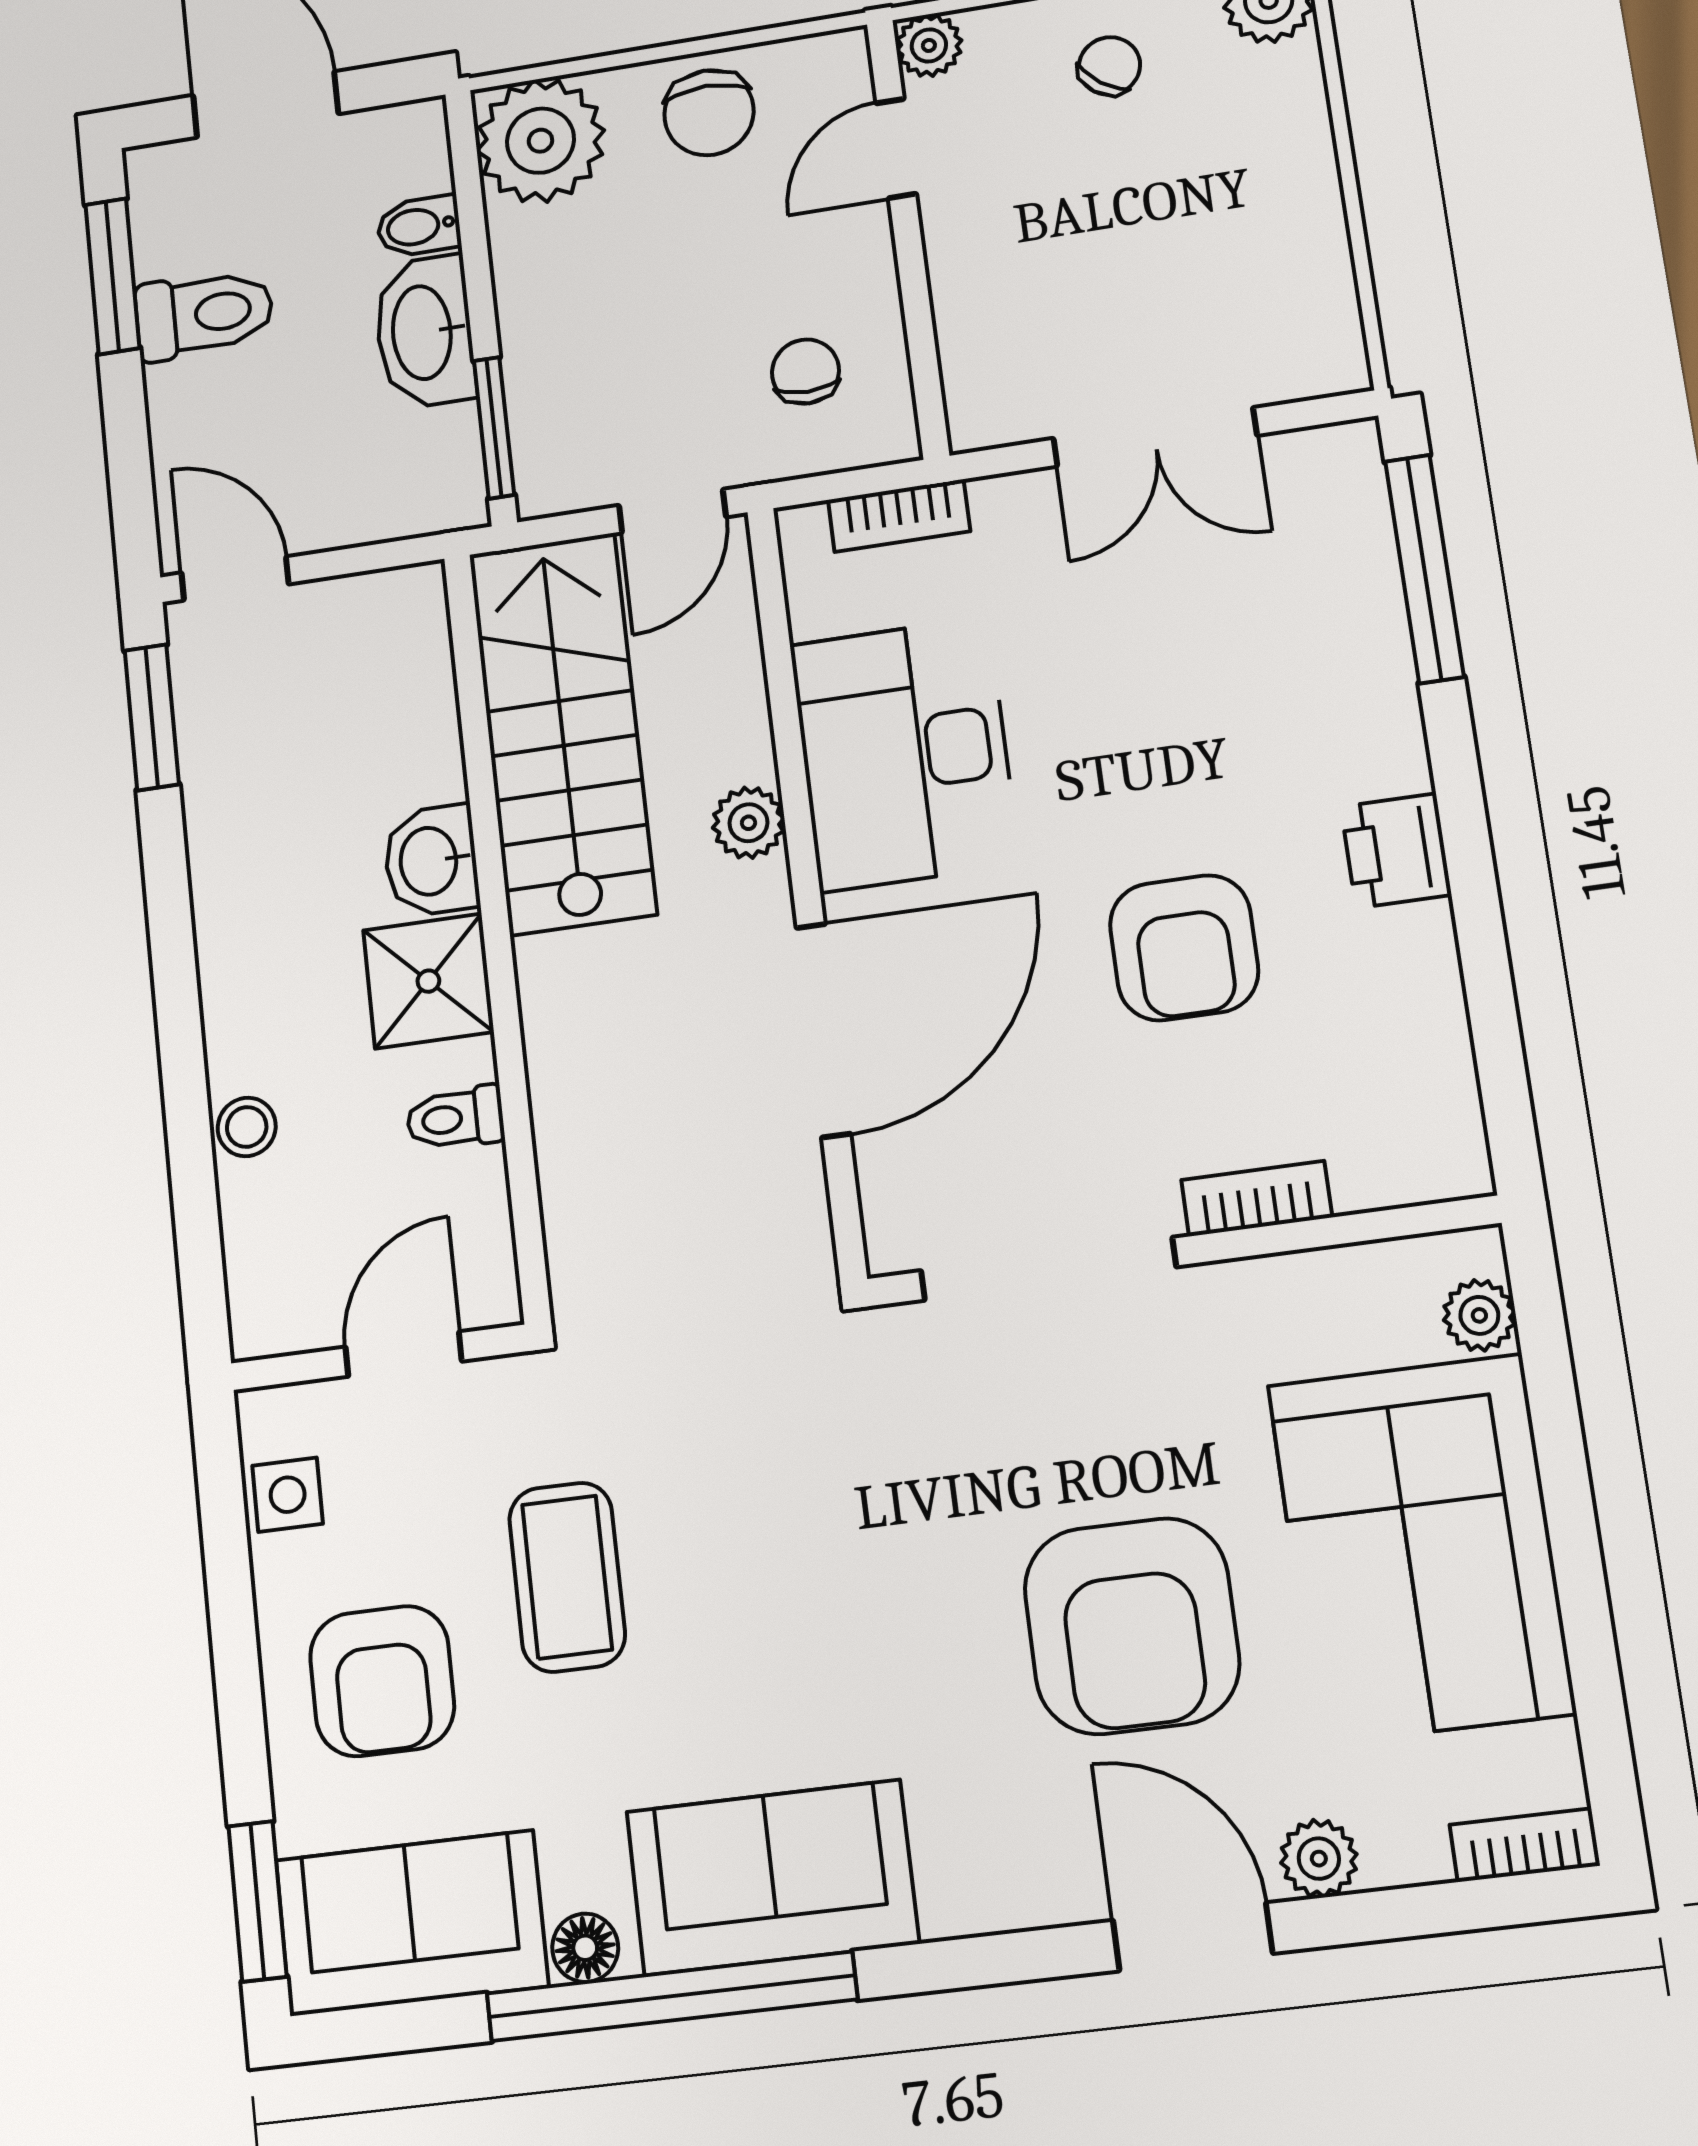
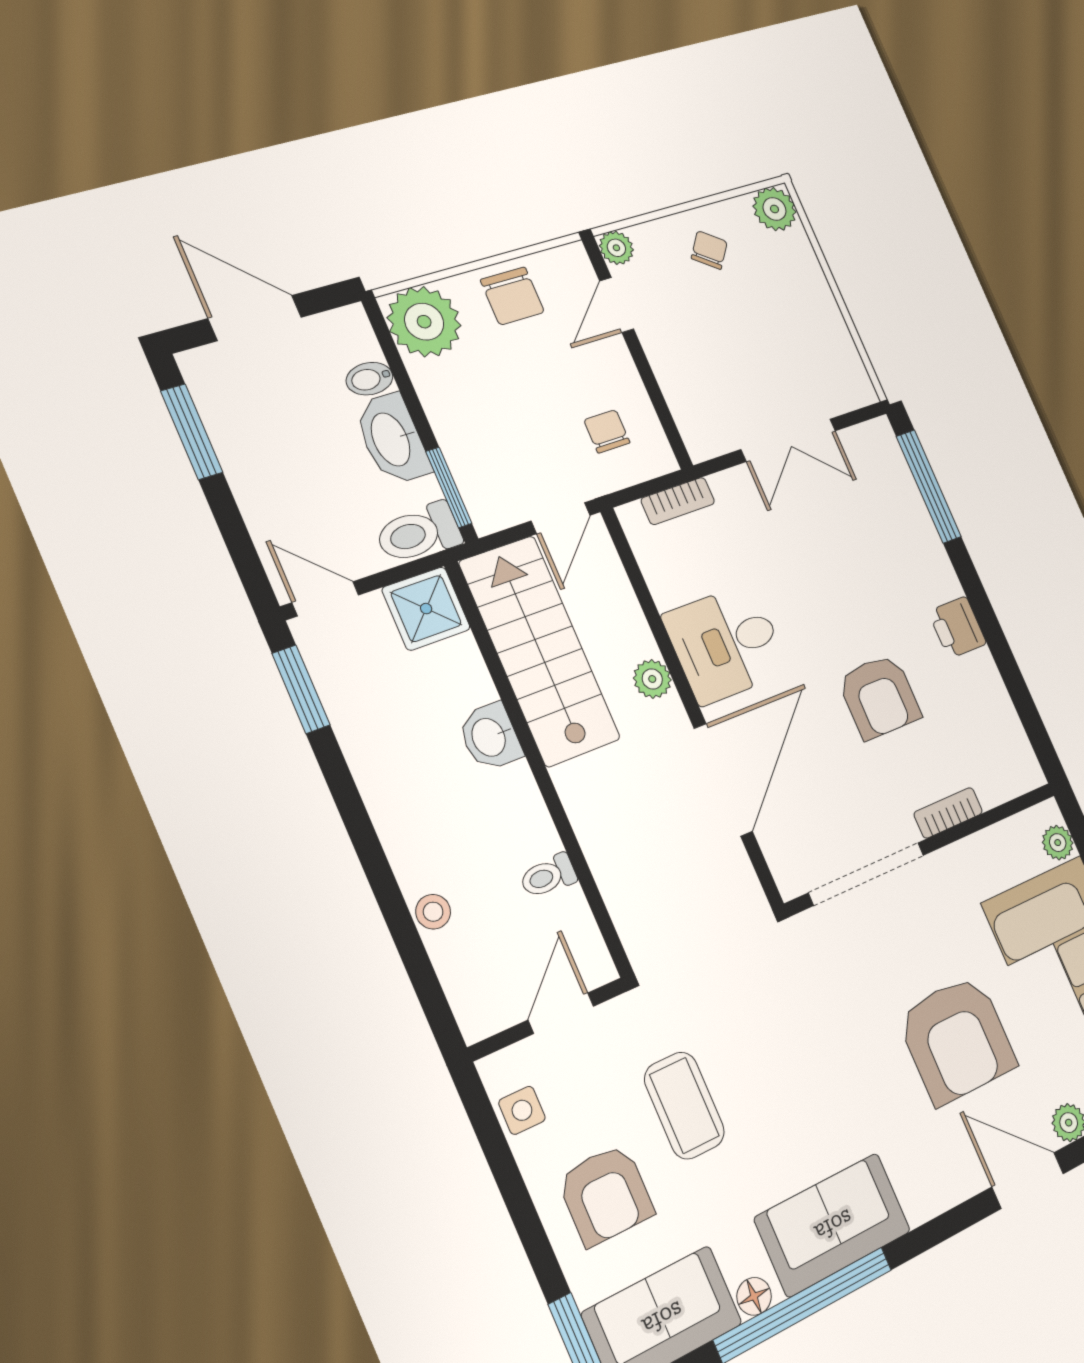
toilet: (204, 314) -> (418, 533), moved, turned 180
desk: (904, 754) -> (726, 644), width x0.73
shower: (428, 981) -> (426, 609), moved

